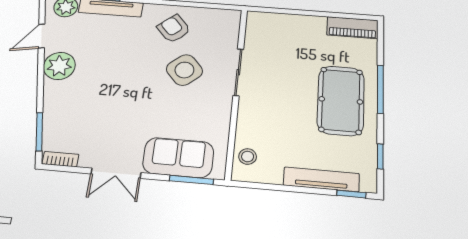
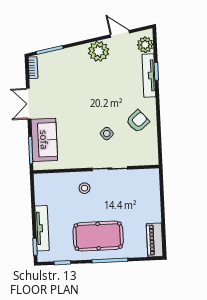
side table: (184, 70) -> (107, 134), width x0.54, depth x0.54
stool: (248, 157) -> (84, 188), moved

